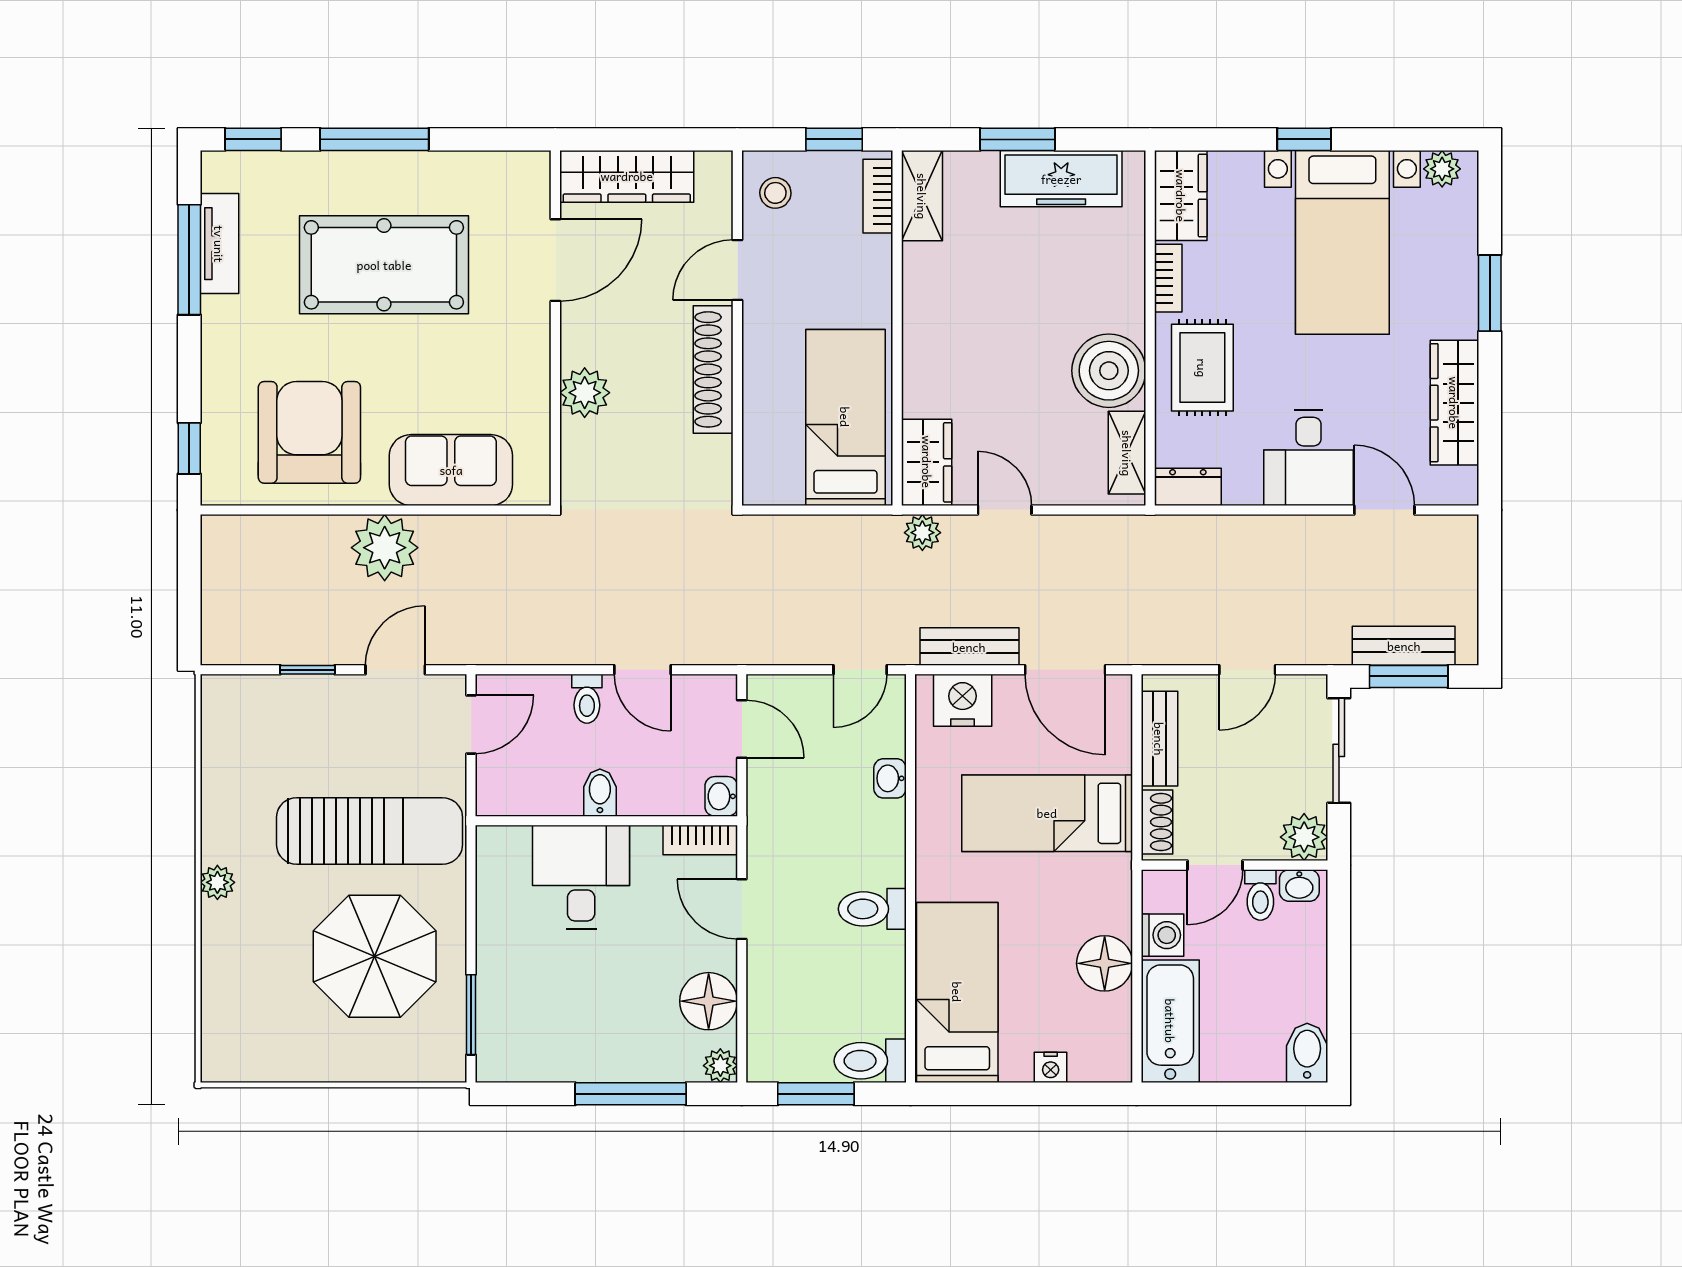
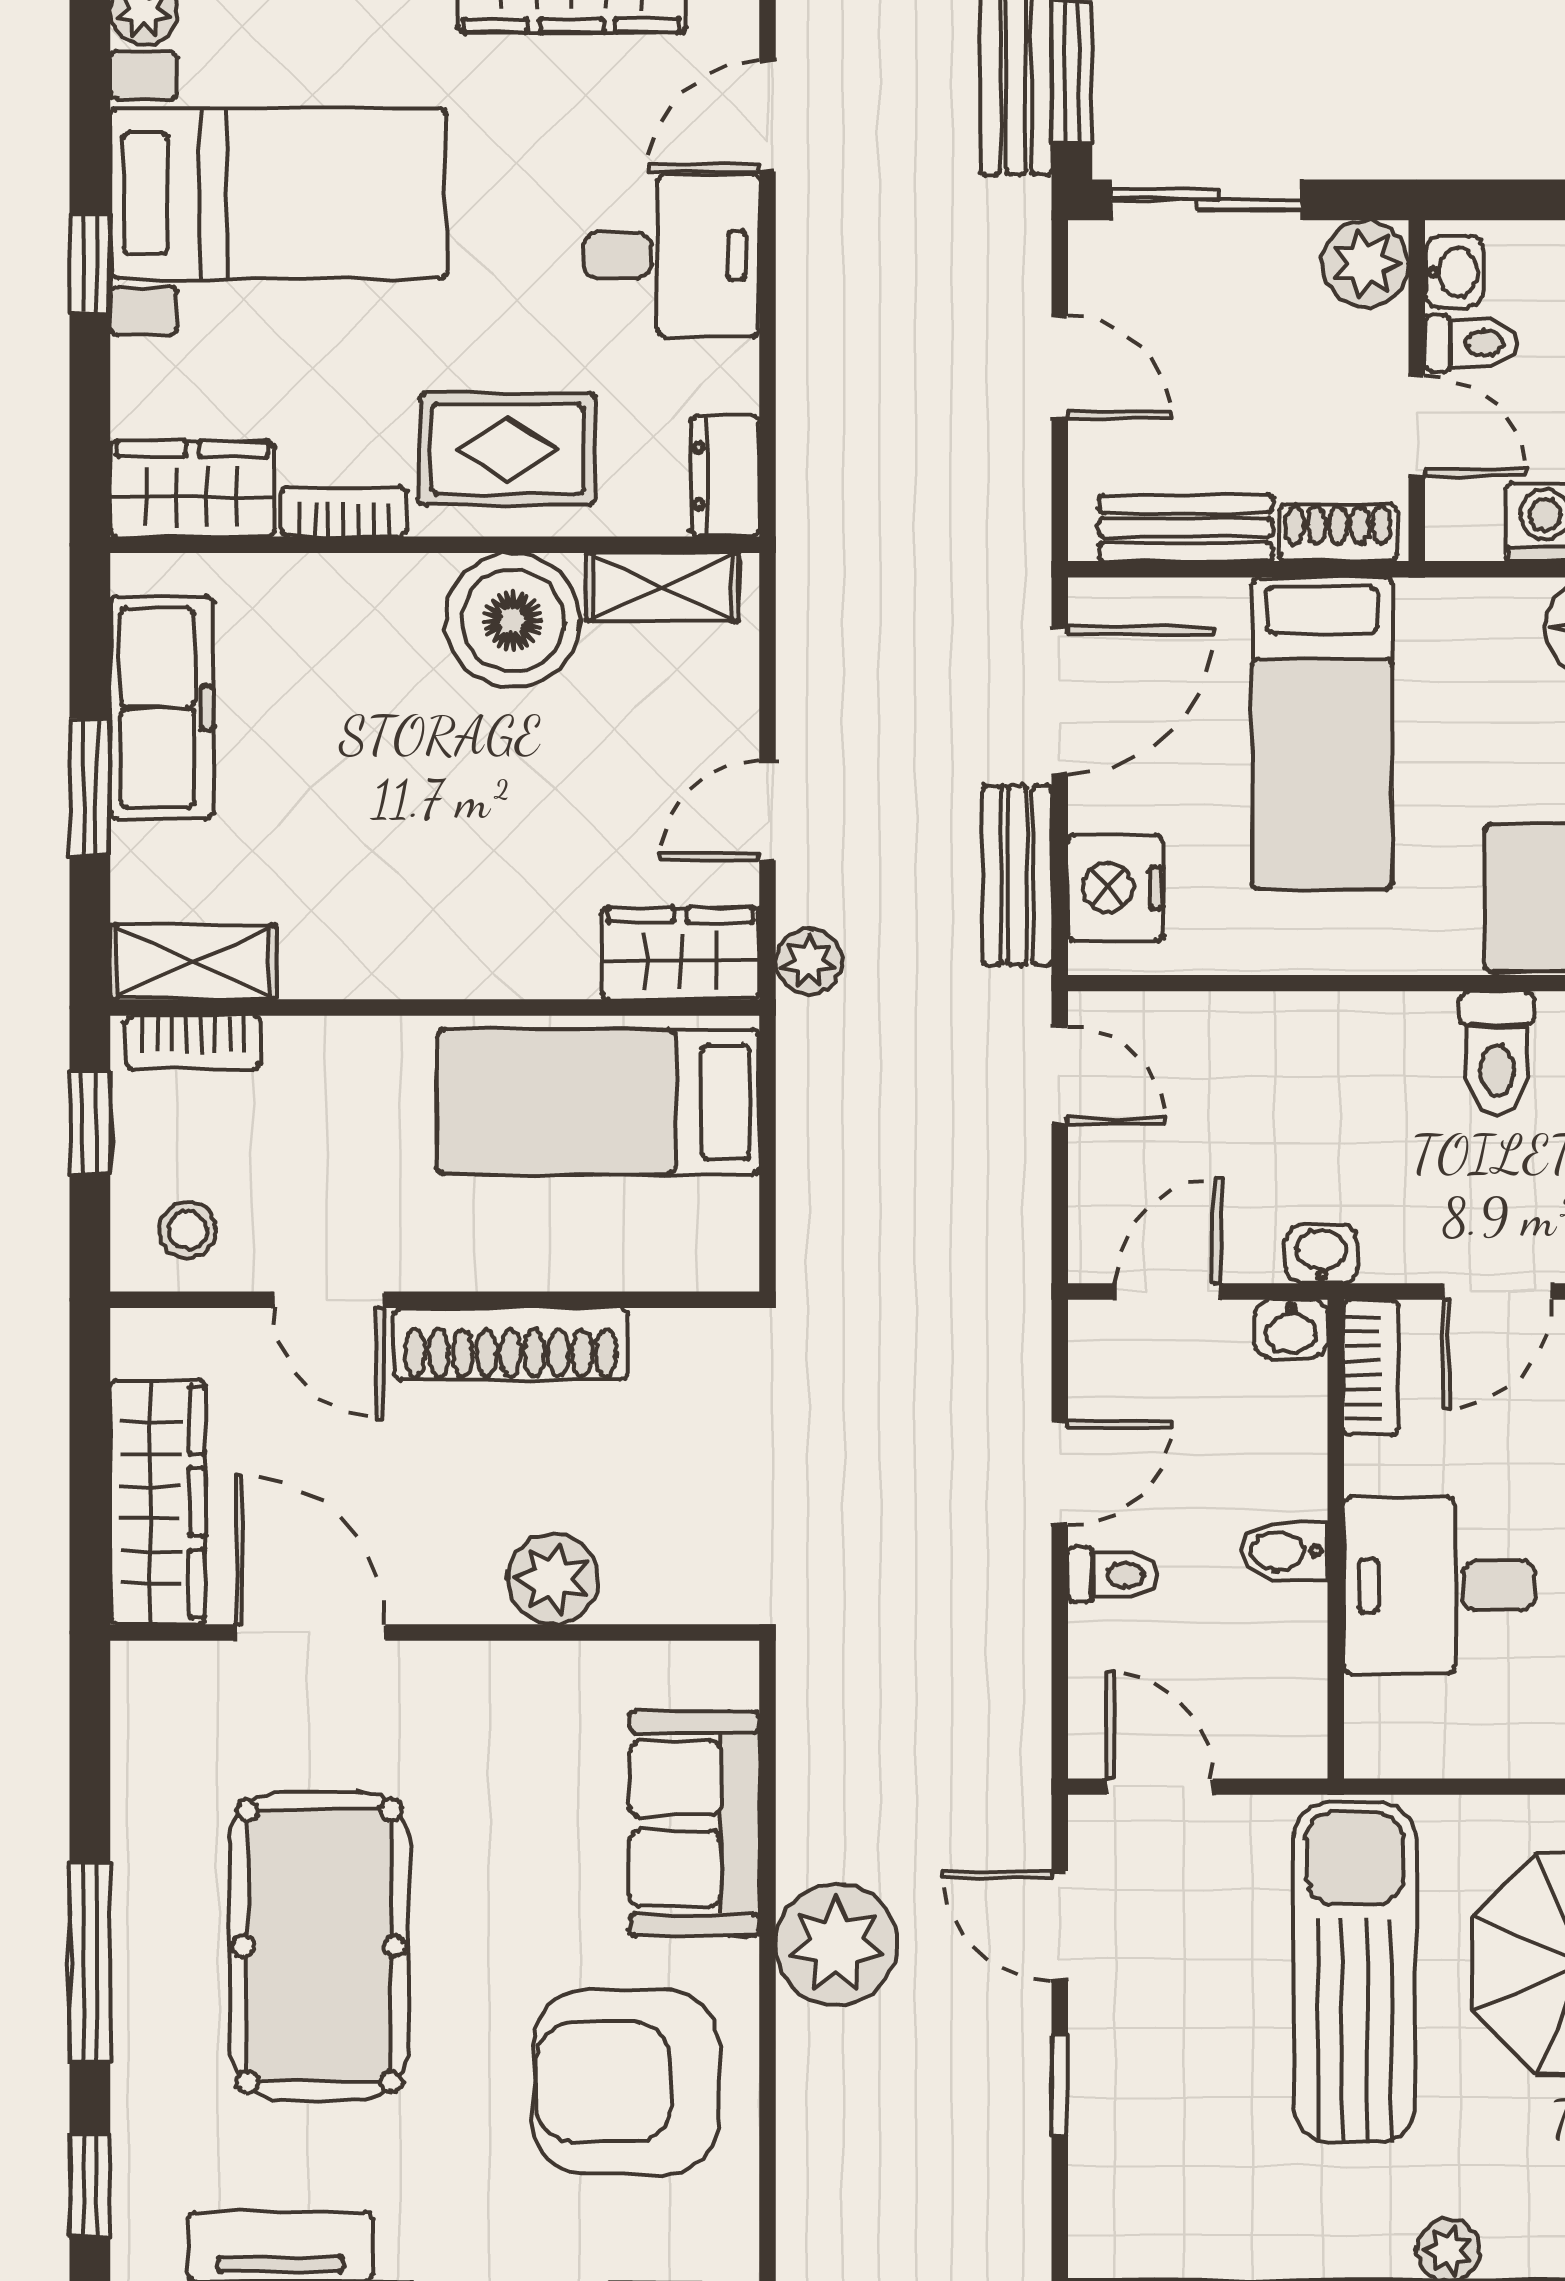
washbasin: (890, 778) -> (1321, 1254), moved, turned 180

